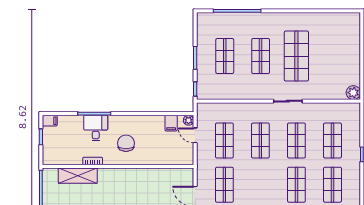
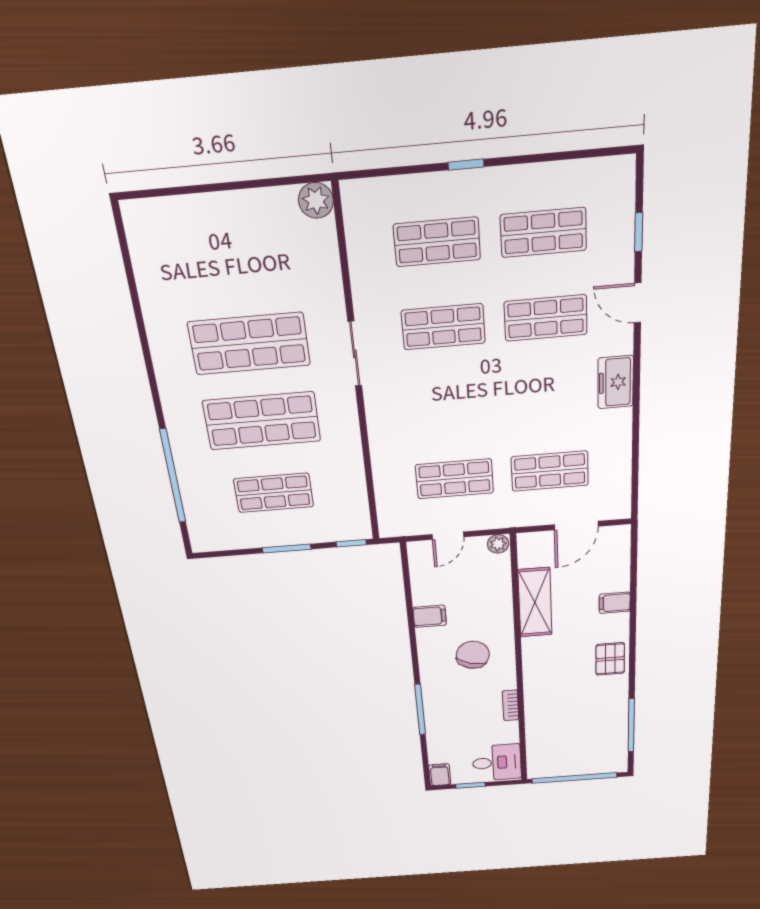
shop shelf: (261, 56) -> (262, 421), width x1.43, depth x1.36
plant: (188, 120) -> (498, 544), moved
filing cabinet: (171, 123) -> (430, 616), moved
desk: (96, 128) -> (497, 763), moved, turned 180
shop shelf: (260, 141) -> (449, 406), removed
chair: (126, 143) -> (473, 655), turned 106
shelving: (78, 176) -> (535, 602), moved

